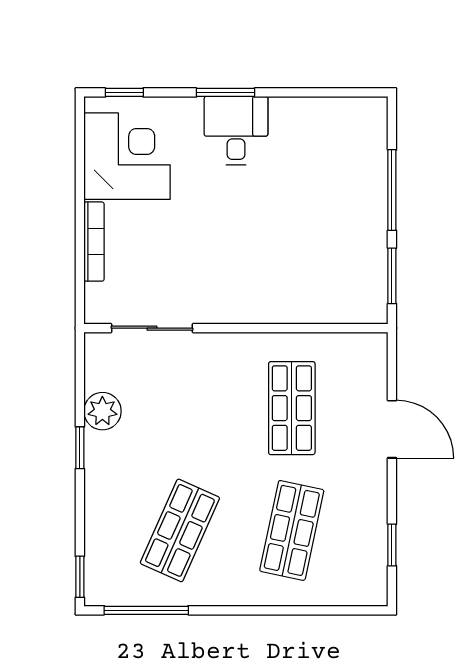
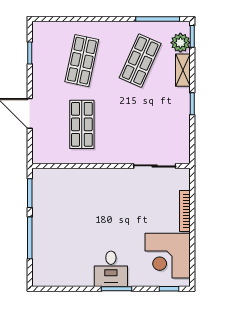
plant: (102, 411) -> (180, 43), moved
shelving: (98, 512) -> (183, 70), added

